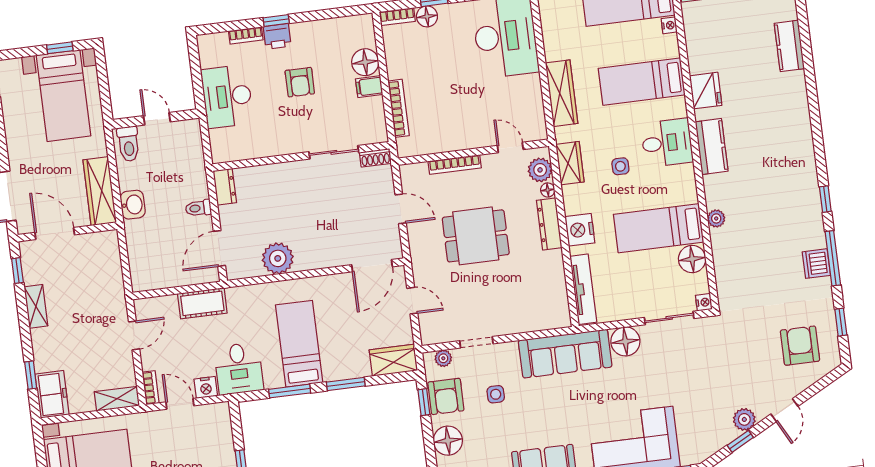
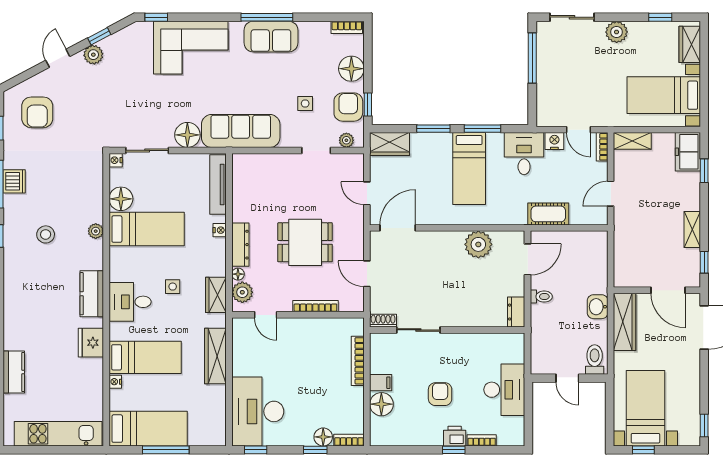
nightstand: (669, 25) -> (115, 382), moved
stool: (773, 207) -> (46, 234), added
nightstand: (580, 230) -> (220, 230), width x0.53, depth x0.56

